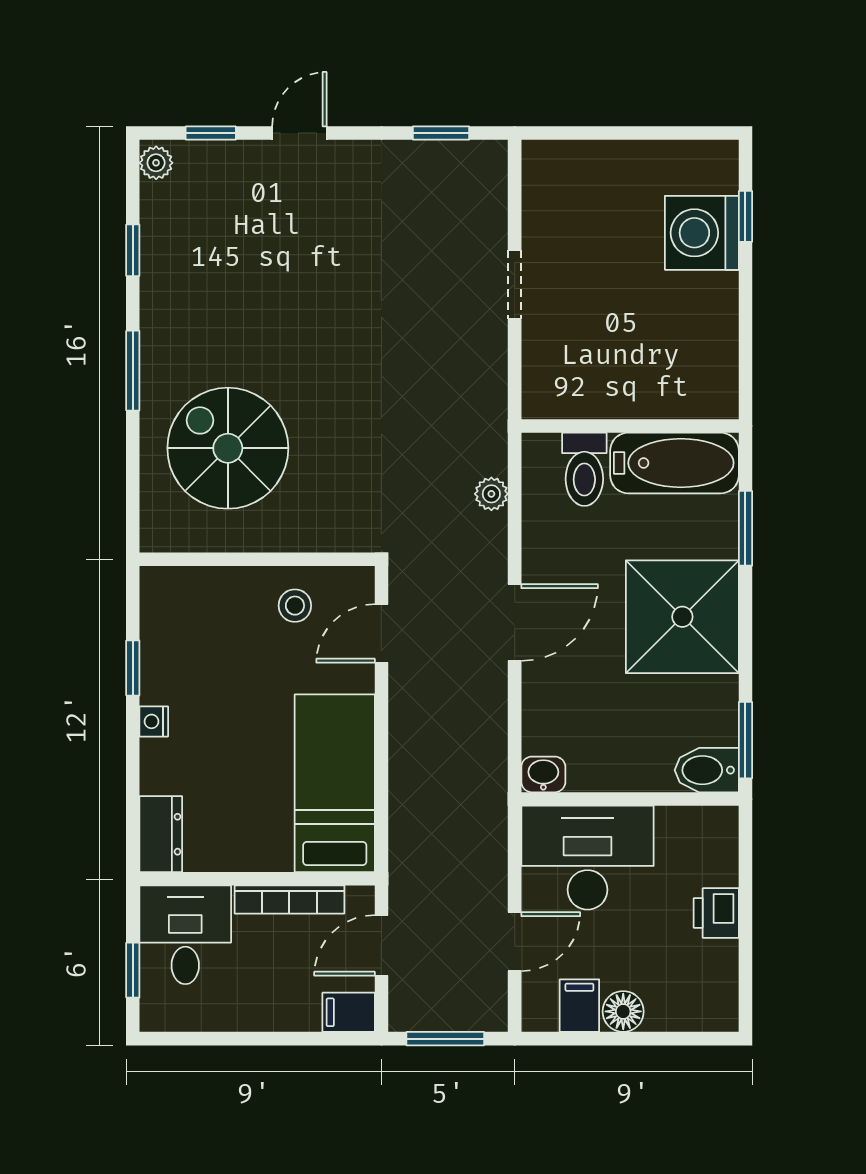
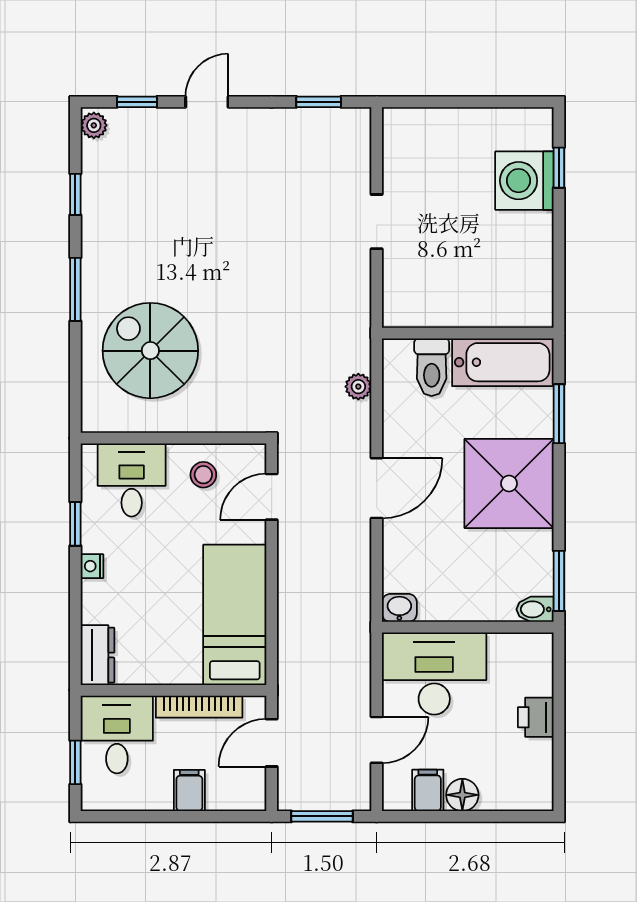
desk: (204, 612) -> (132, 480), added
bidet: (707, 770) -> (535, 609), width x0.72, depth x0.74
filing cabinet: (349, 1012) -> (189, 790), moved, turned 90

